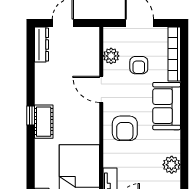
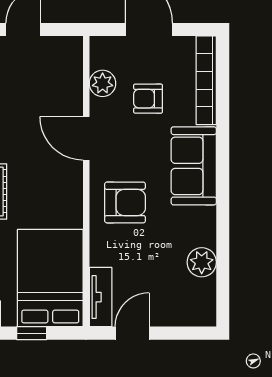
armchair: (139, 65) -> (148, 99), turned 90
armchair: (125, 128) -> (125, 202), turned -90

